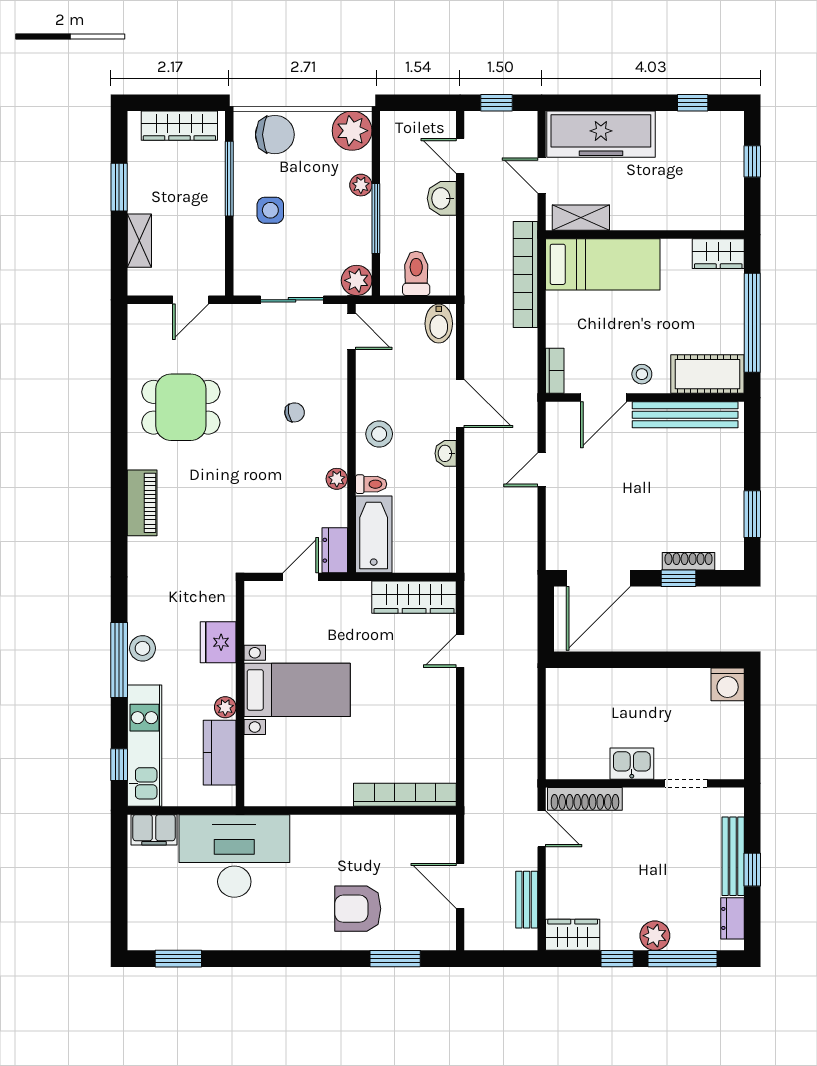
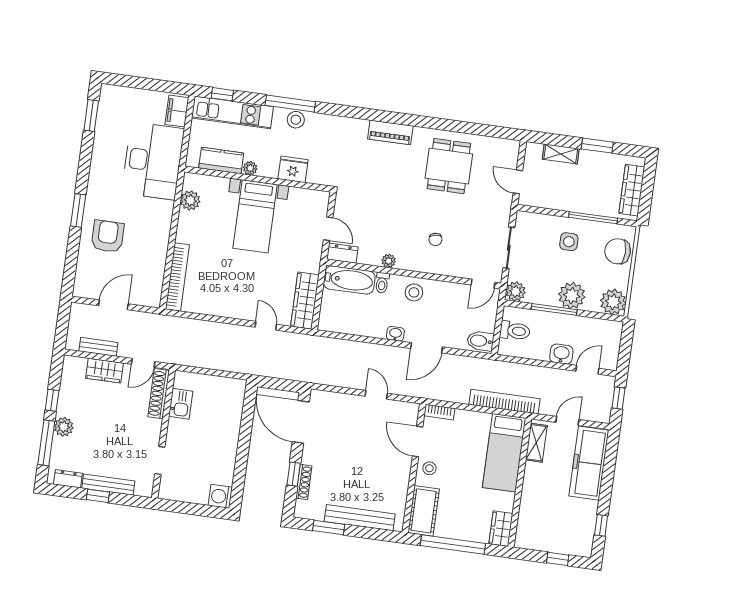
chair: (275, 135) -> (618, 251), turned 90
plant: (361, 185) -> (572, 296), width x1.88, depth x1.88
bench: (685, 415) -> (360, 518), moved, turned 90
kitchen sink: (632, 764) -> (181, 404), moved
plant: (286, 791) -> (190, 200), added
wardrobe: (573, 935) -> (104, 371), moved, turned 90
window: (395, 959) -> (78, 210), moved

